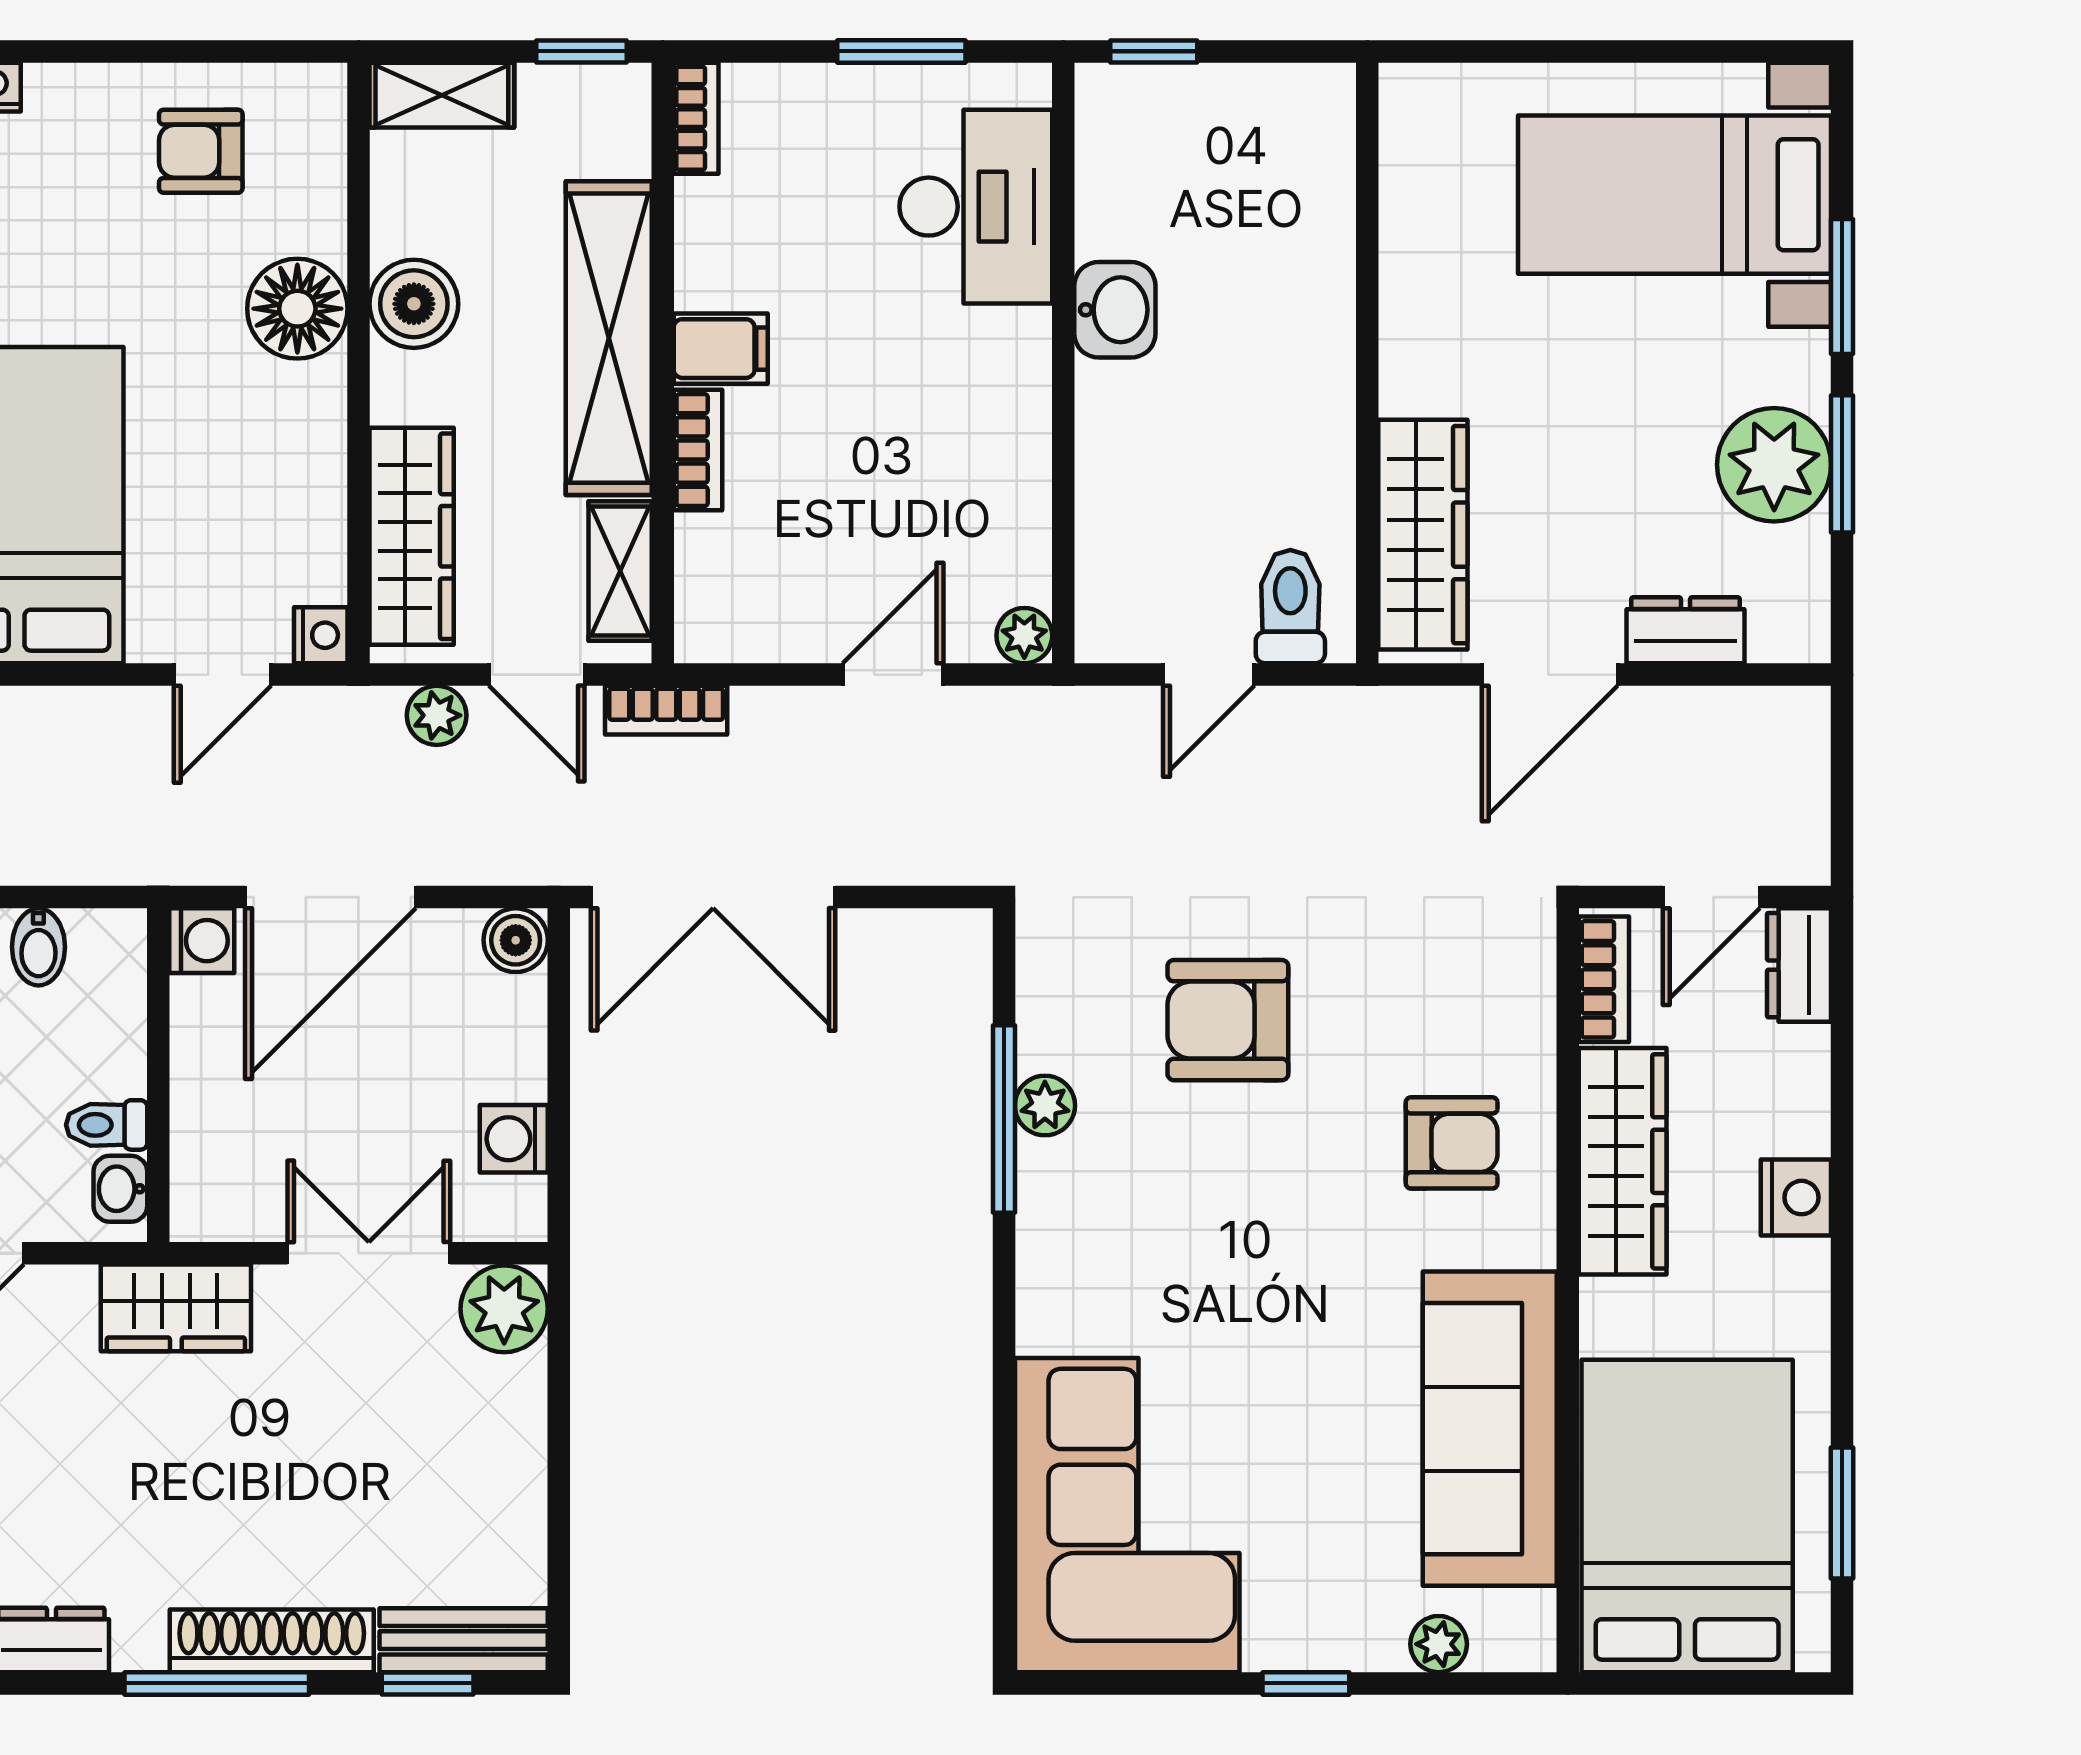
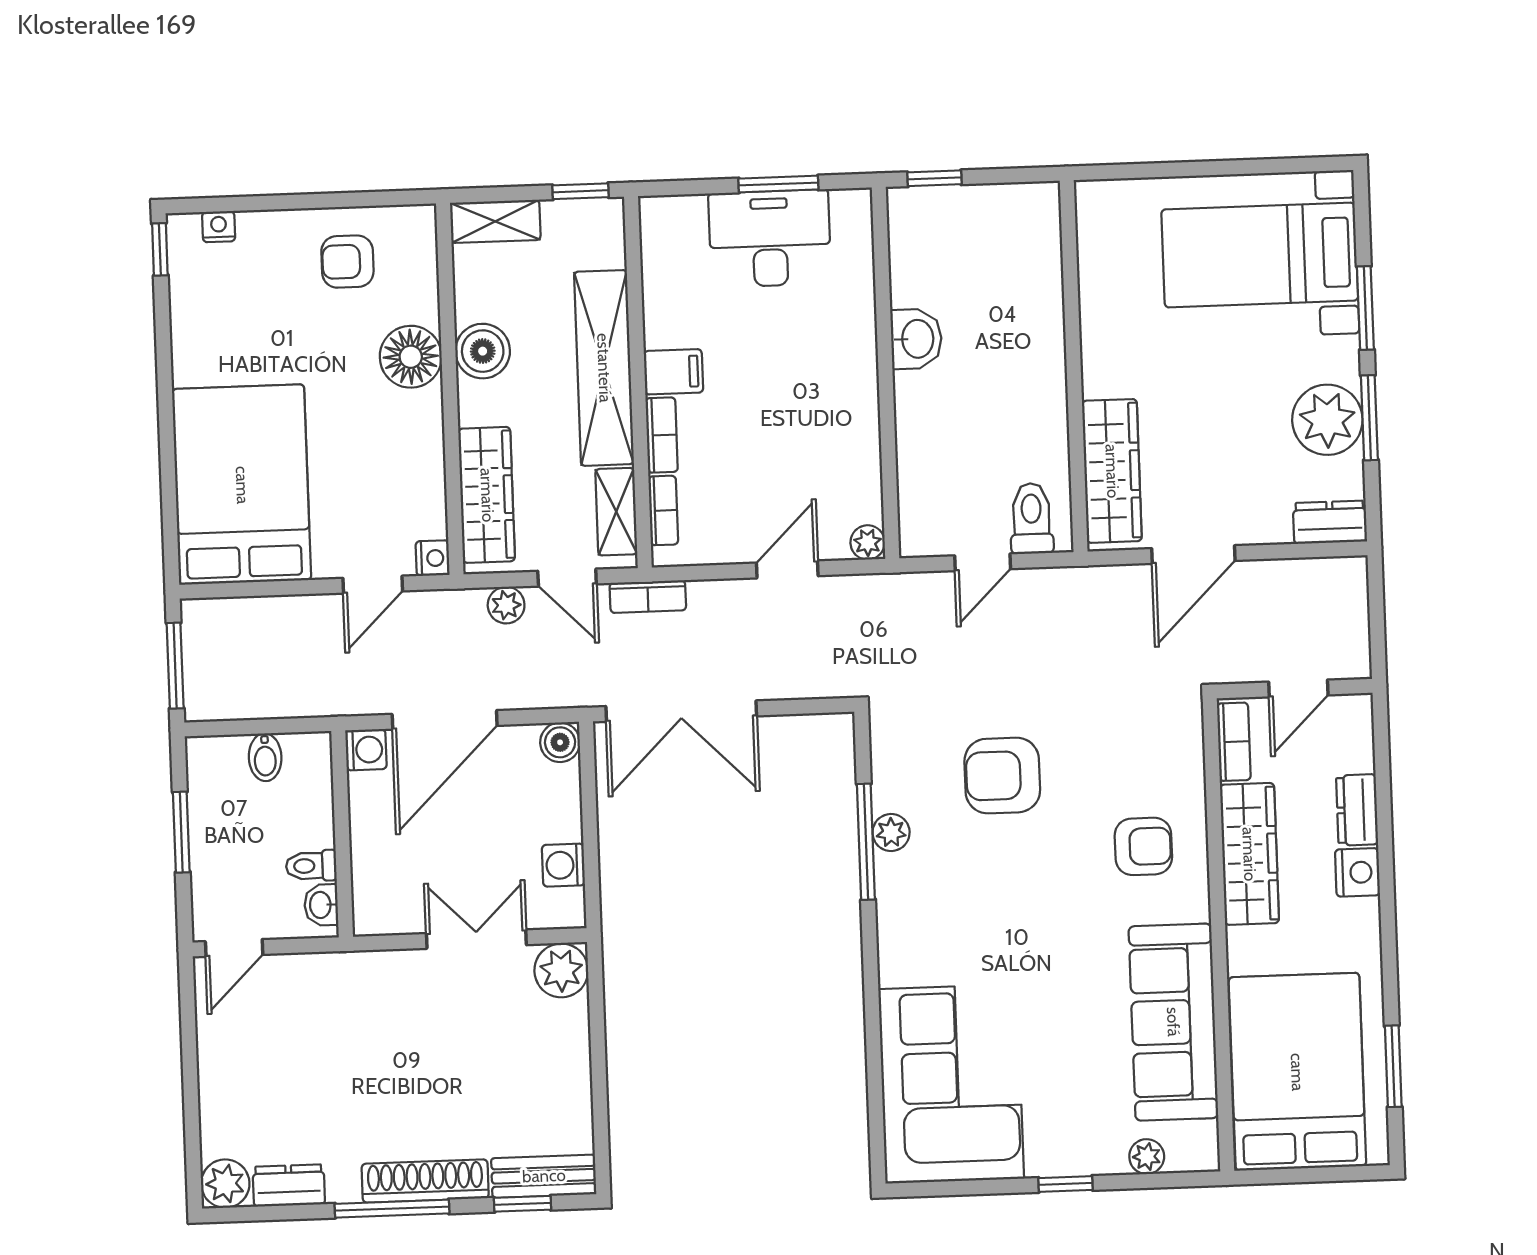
bookcase: (696, 118) -> (663, 510), moved
desk: (976, 207) -> (770, 238), moved, turned -90
dresser: (1686, 630) -> (1330, 522), moved
dresser: (1799, 965) -> (1357, 810), moved
wardrobe: (176, 1308) -> (358, 977), removed

